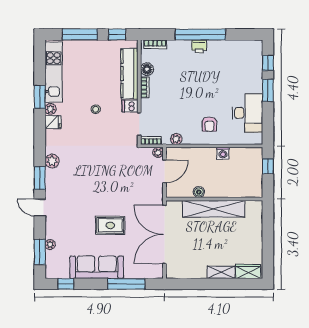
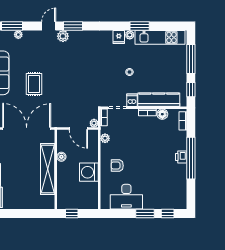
washing machine: (223, 153) -> (89, 172), width x1.89, depth x1.89
plant: (52, 161) -> (63, 36), moved
window: (268, 166) -> (72, 214), moved

